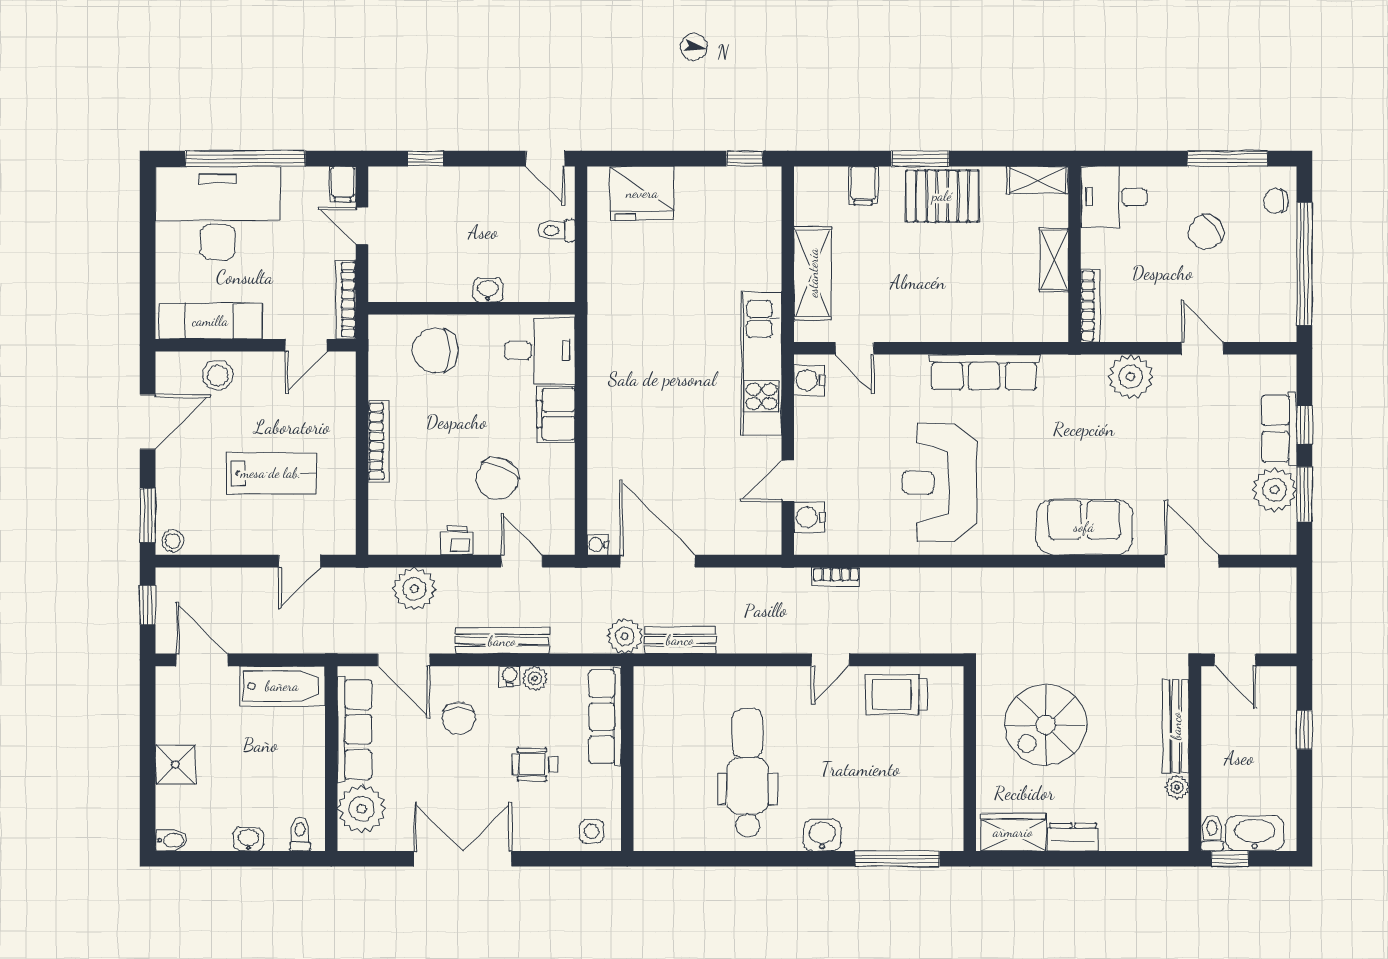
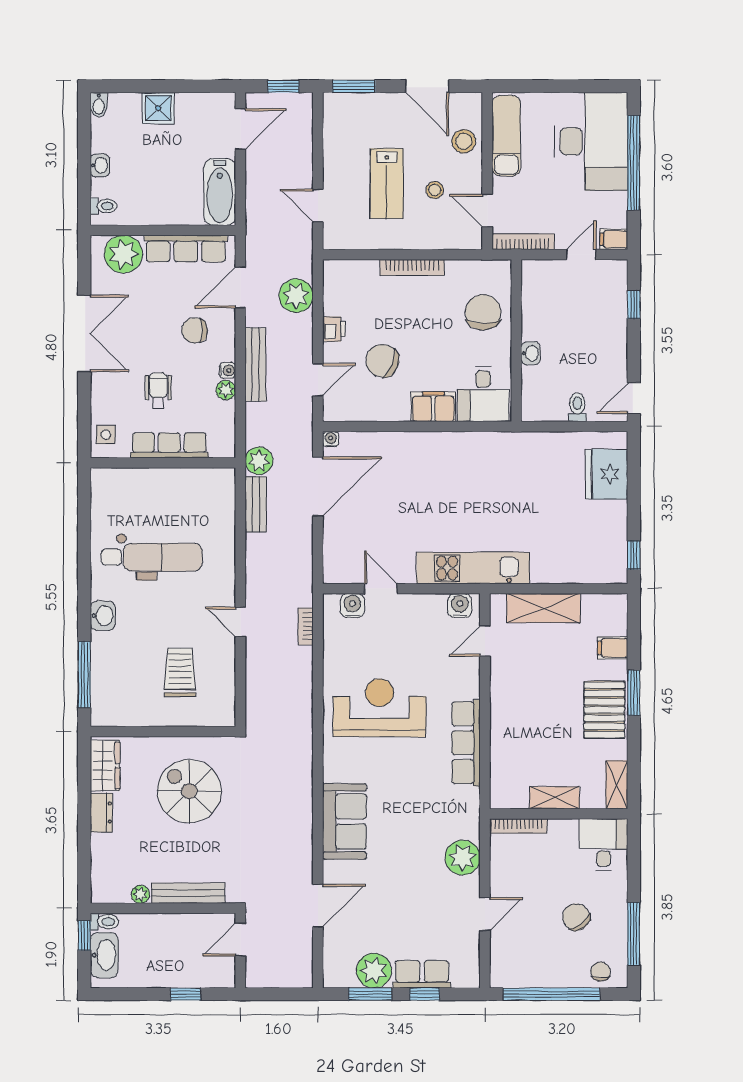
stool: (173, 541) -> (435, 190), moved
trolley: (896, 694) -> (180, 672), moved
row of seats: (605, 717) -> (169, 445), moved

